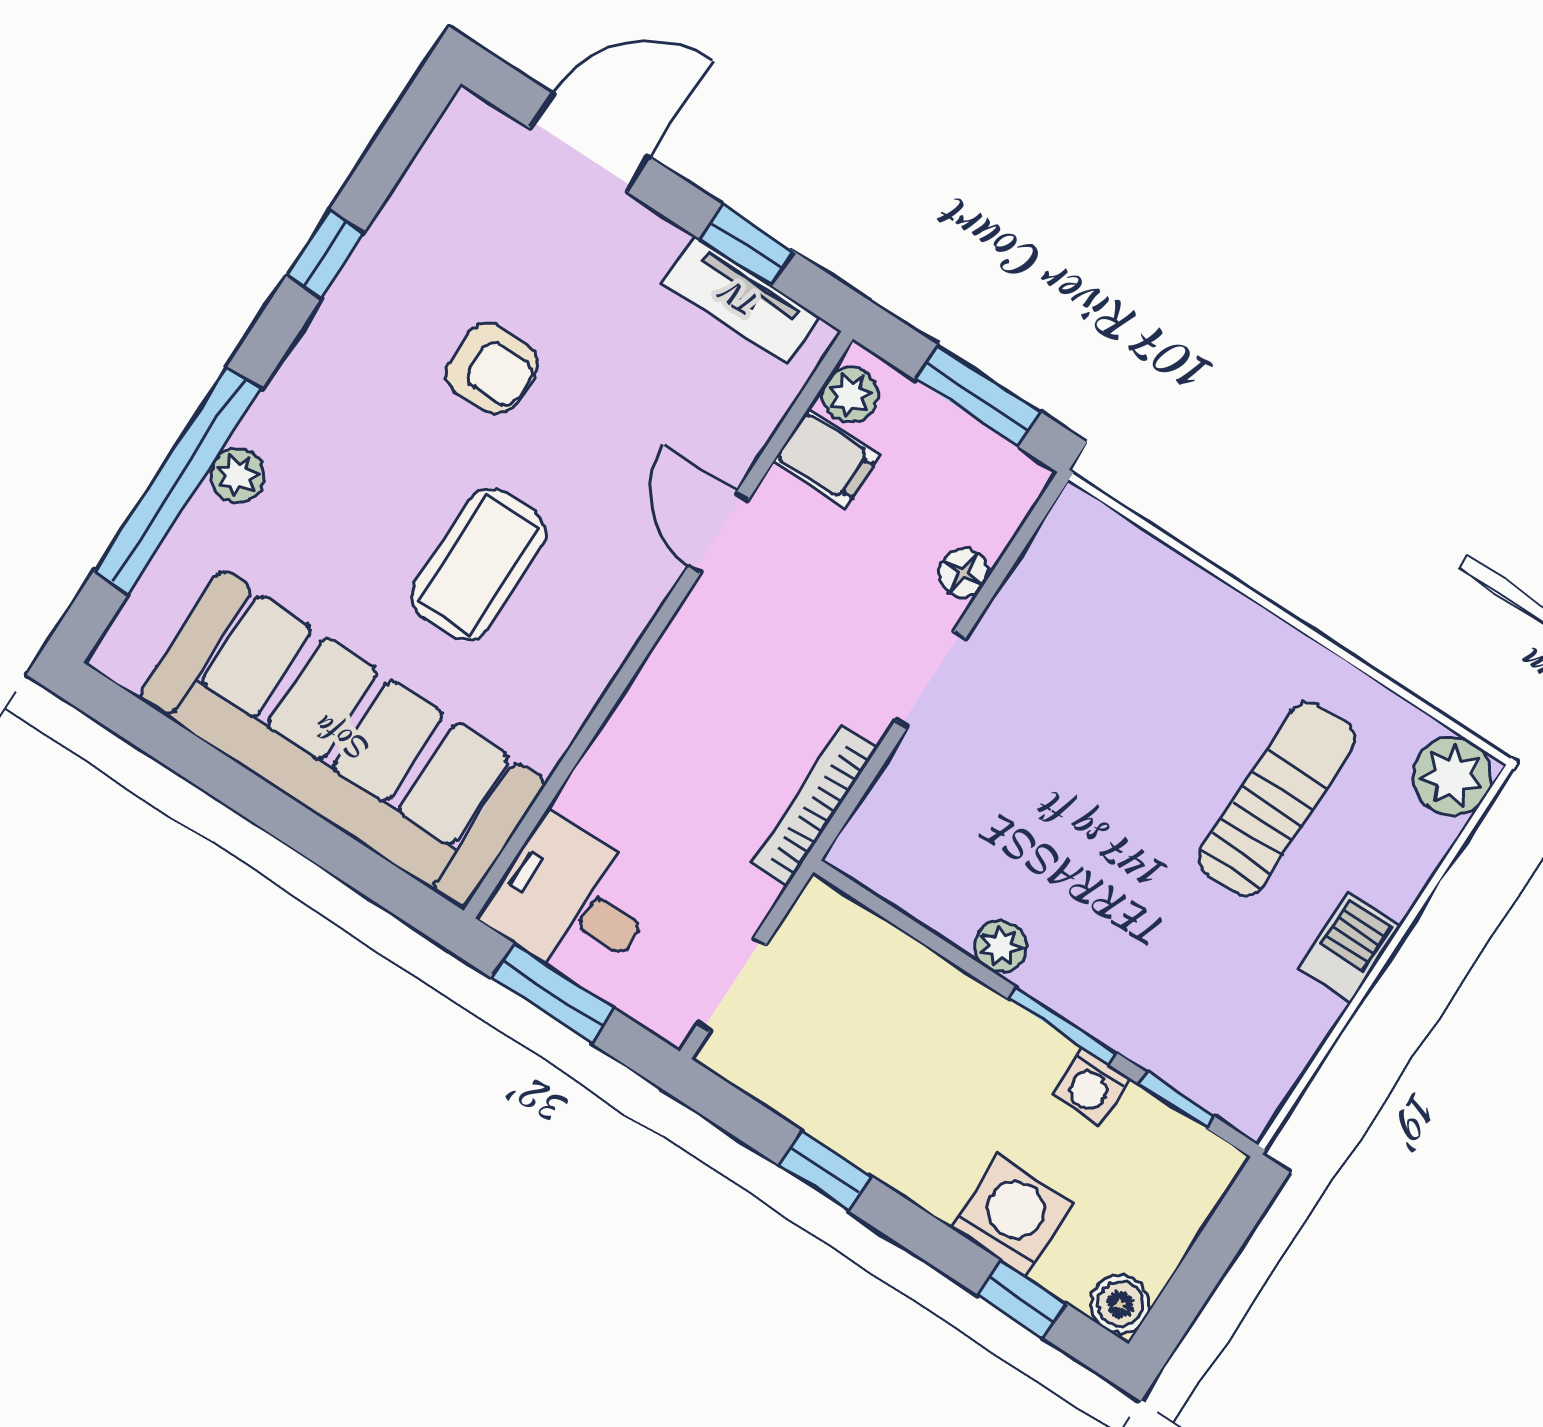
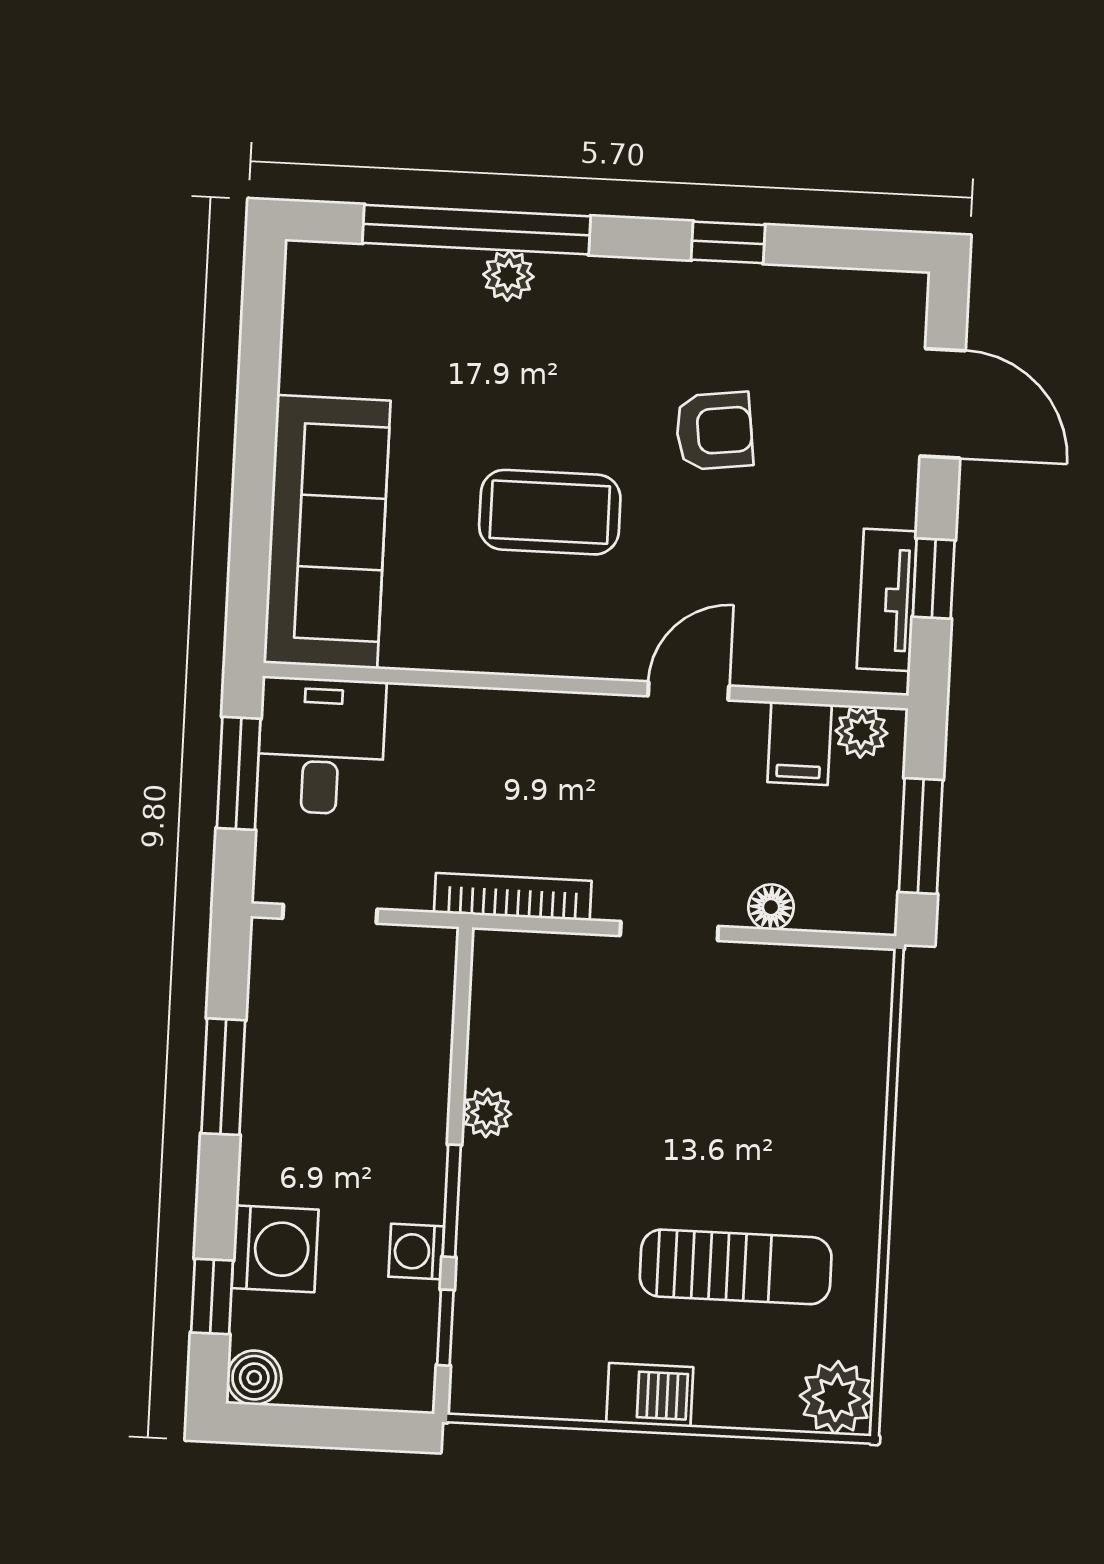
armchair: (492, 369) -> (714, 431), turned -97
sofa: (343, 739) -> (327, 532), width x0.74, depth x0.79
window: (825, 1171) -> (223, 1077), width x1.50

